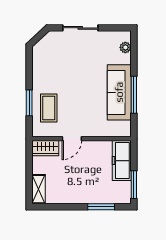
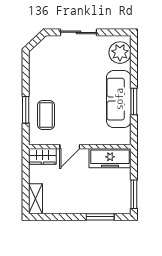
plant: (125, 47) -> (120, 53), width x1.88, depth x1.88
window: (134, 95) -> (134, 101), width x0.69
freezer: (122, 161) -> (110, 158), moved, turned -90

